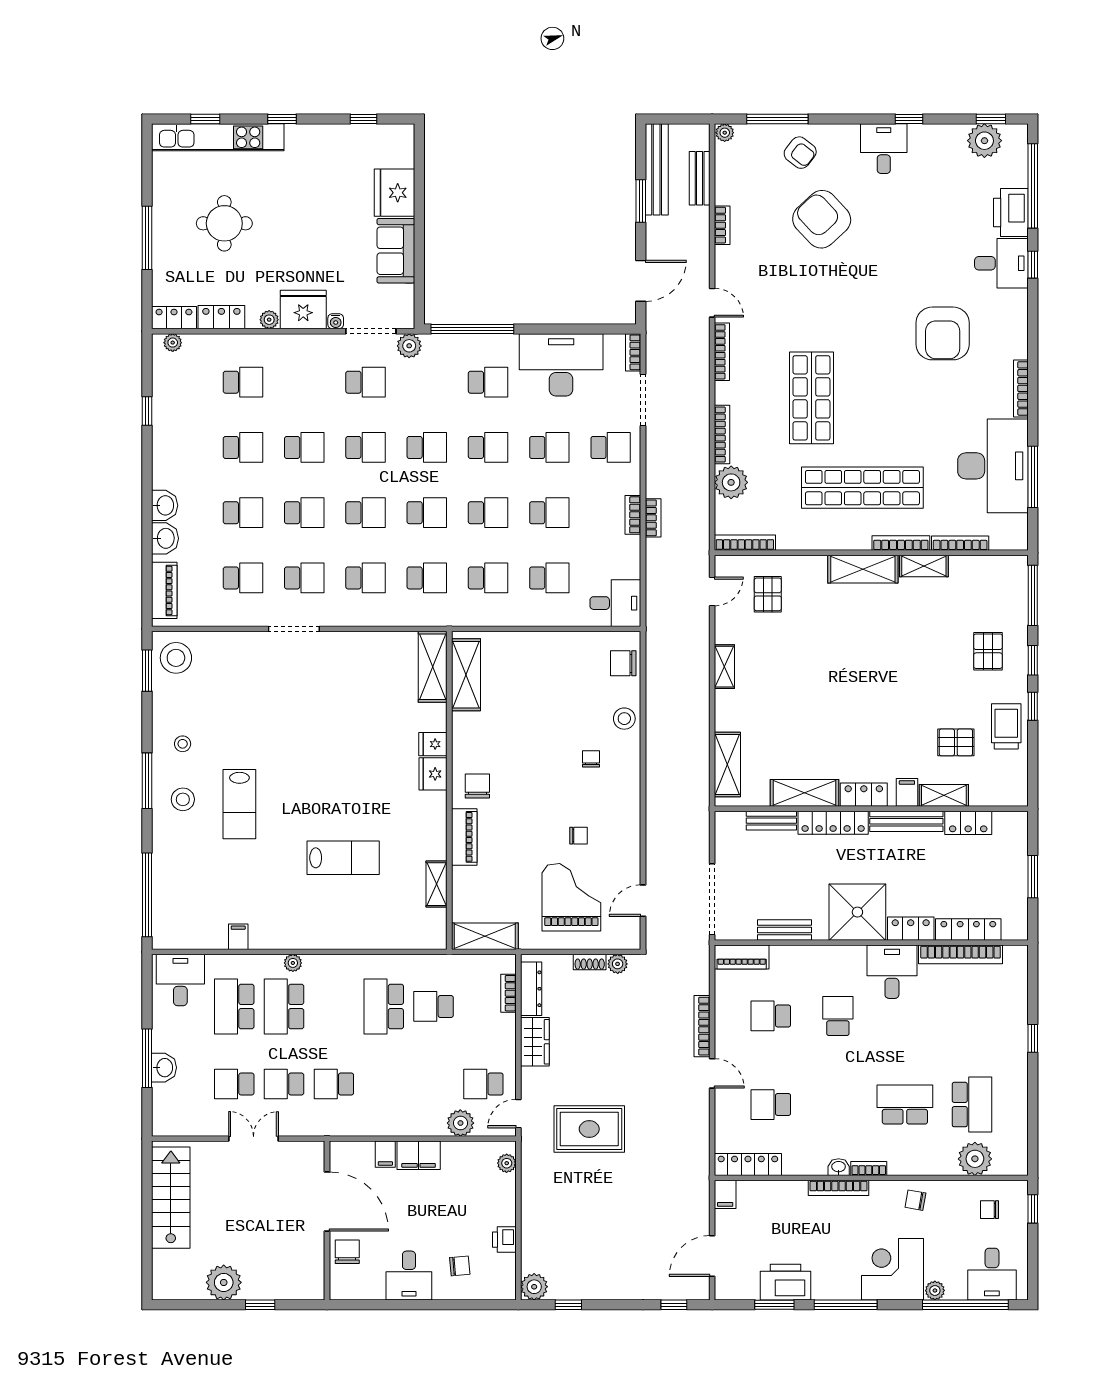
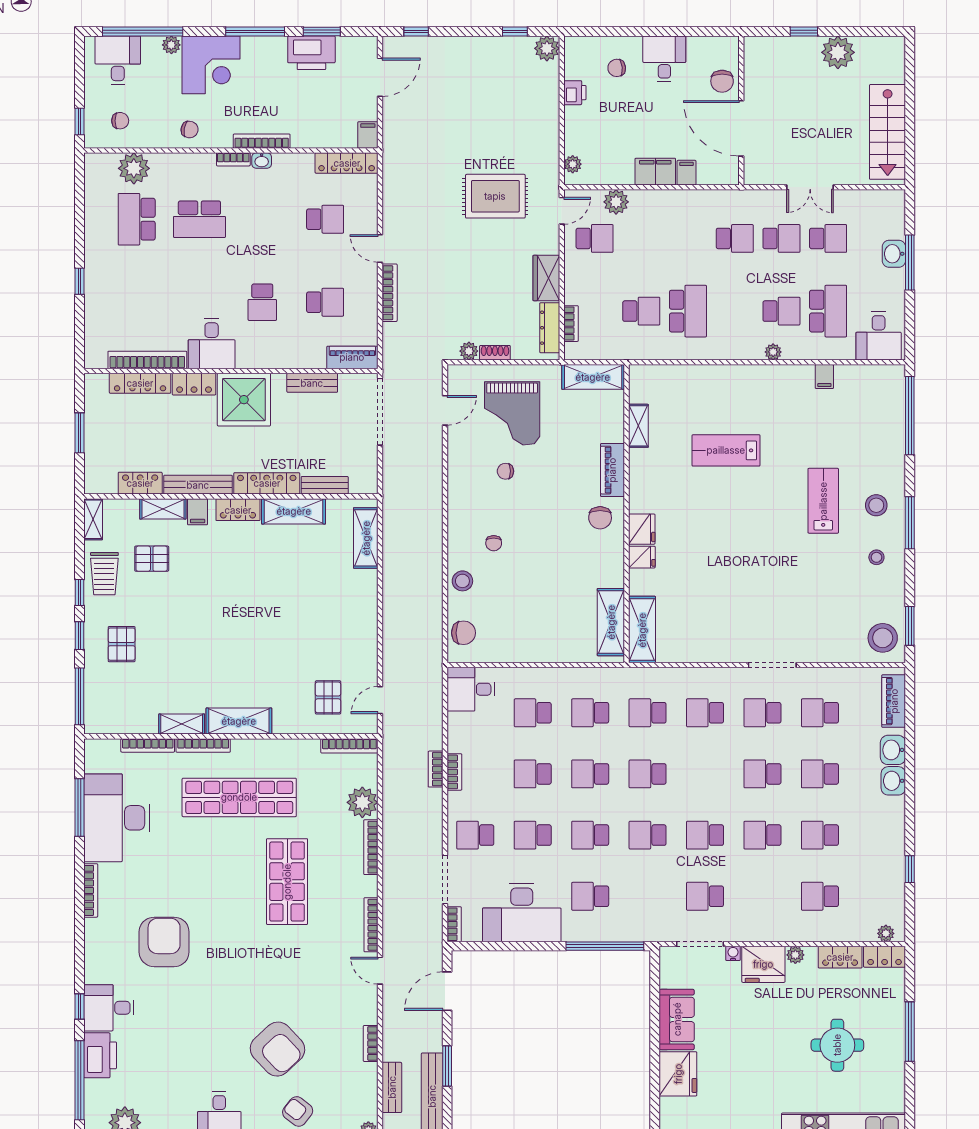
plant: (409, 346) -> (664, 930), removed
school desk: (366, 513) -> (705, 774), removed
shelving: (724, 667) -> (93, 519), moved
school desk: (284, 1006) -> (781, 311), width x0.54

